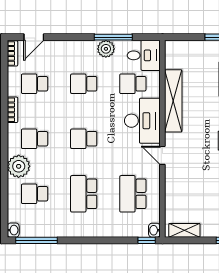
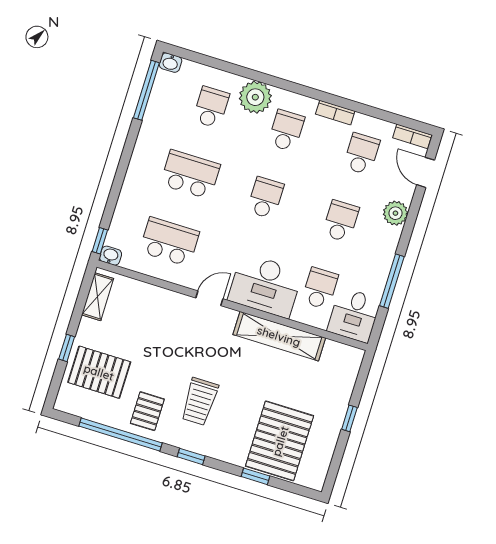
plant: (106, 49) -> (395, 213), moved

